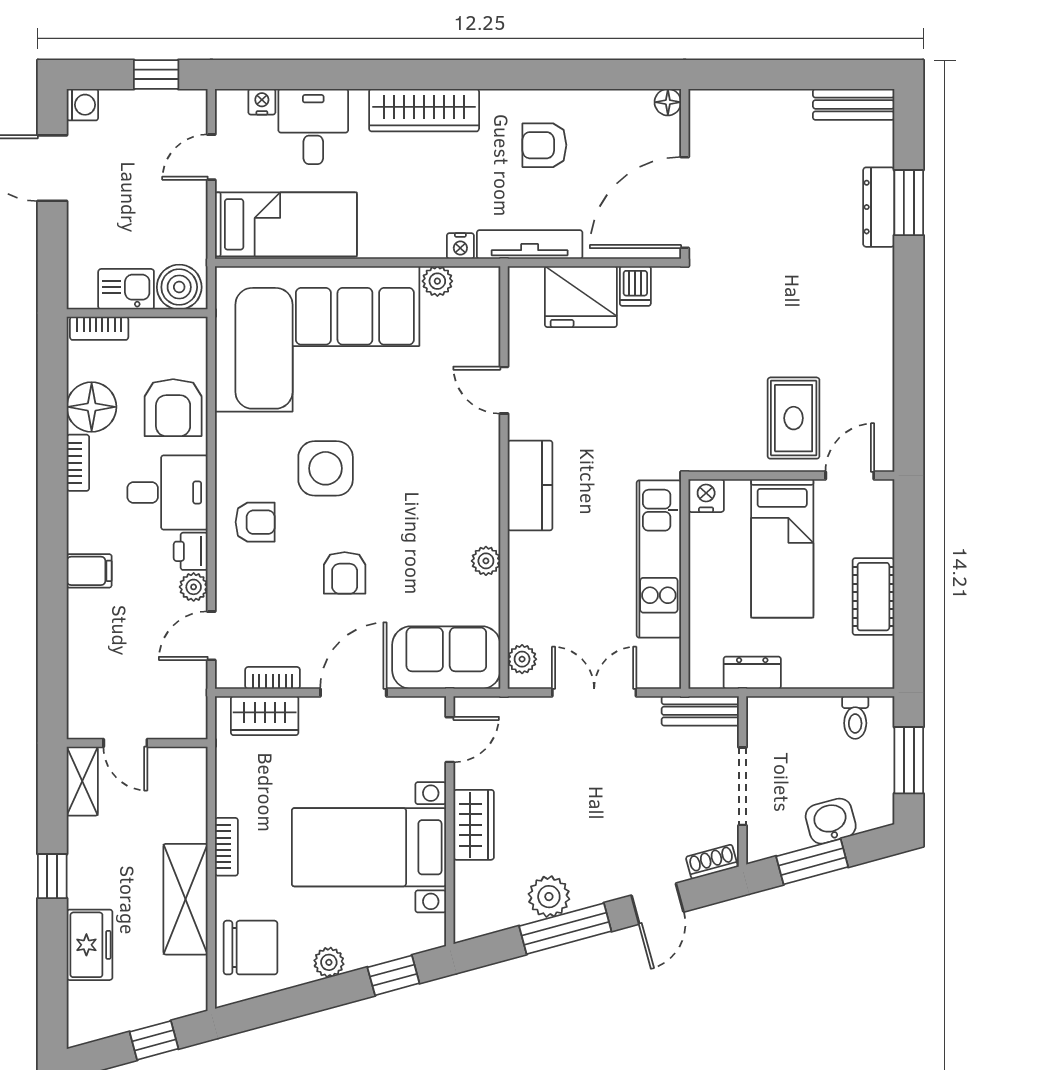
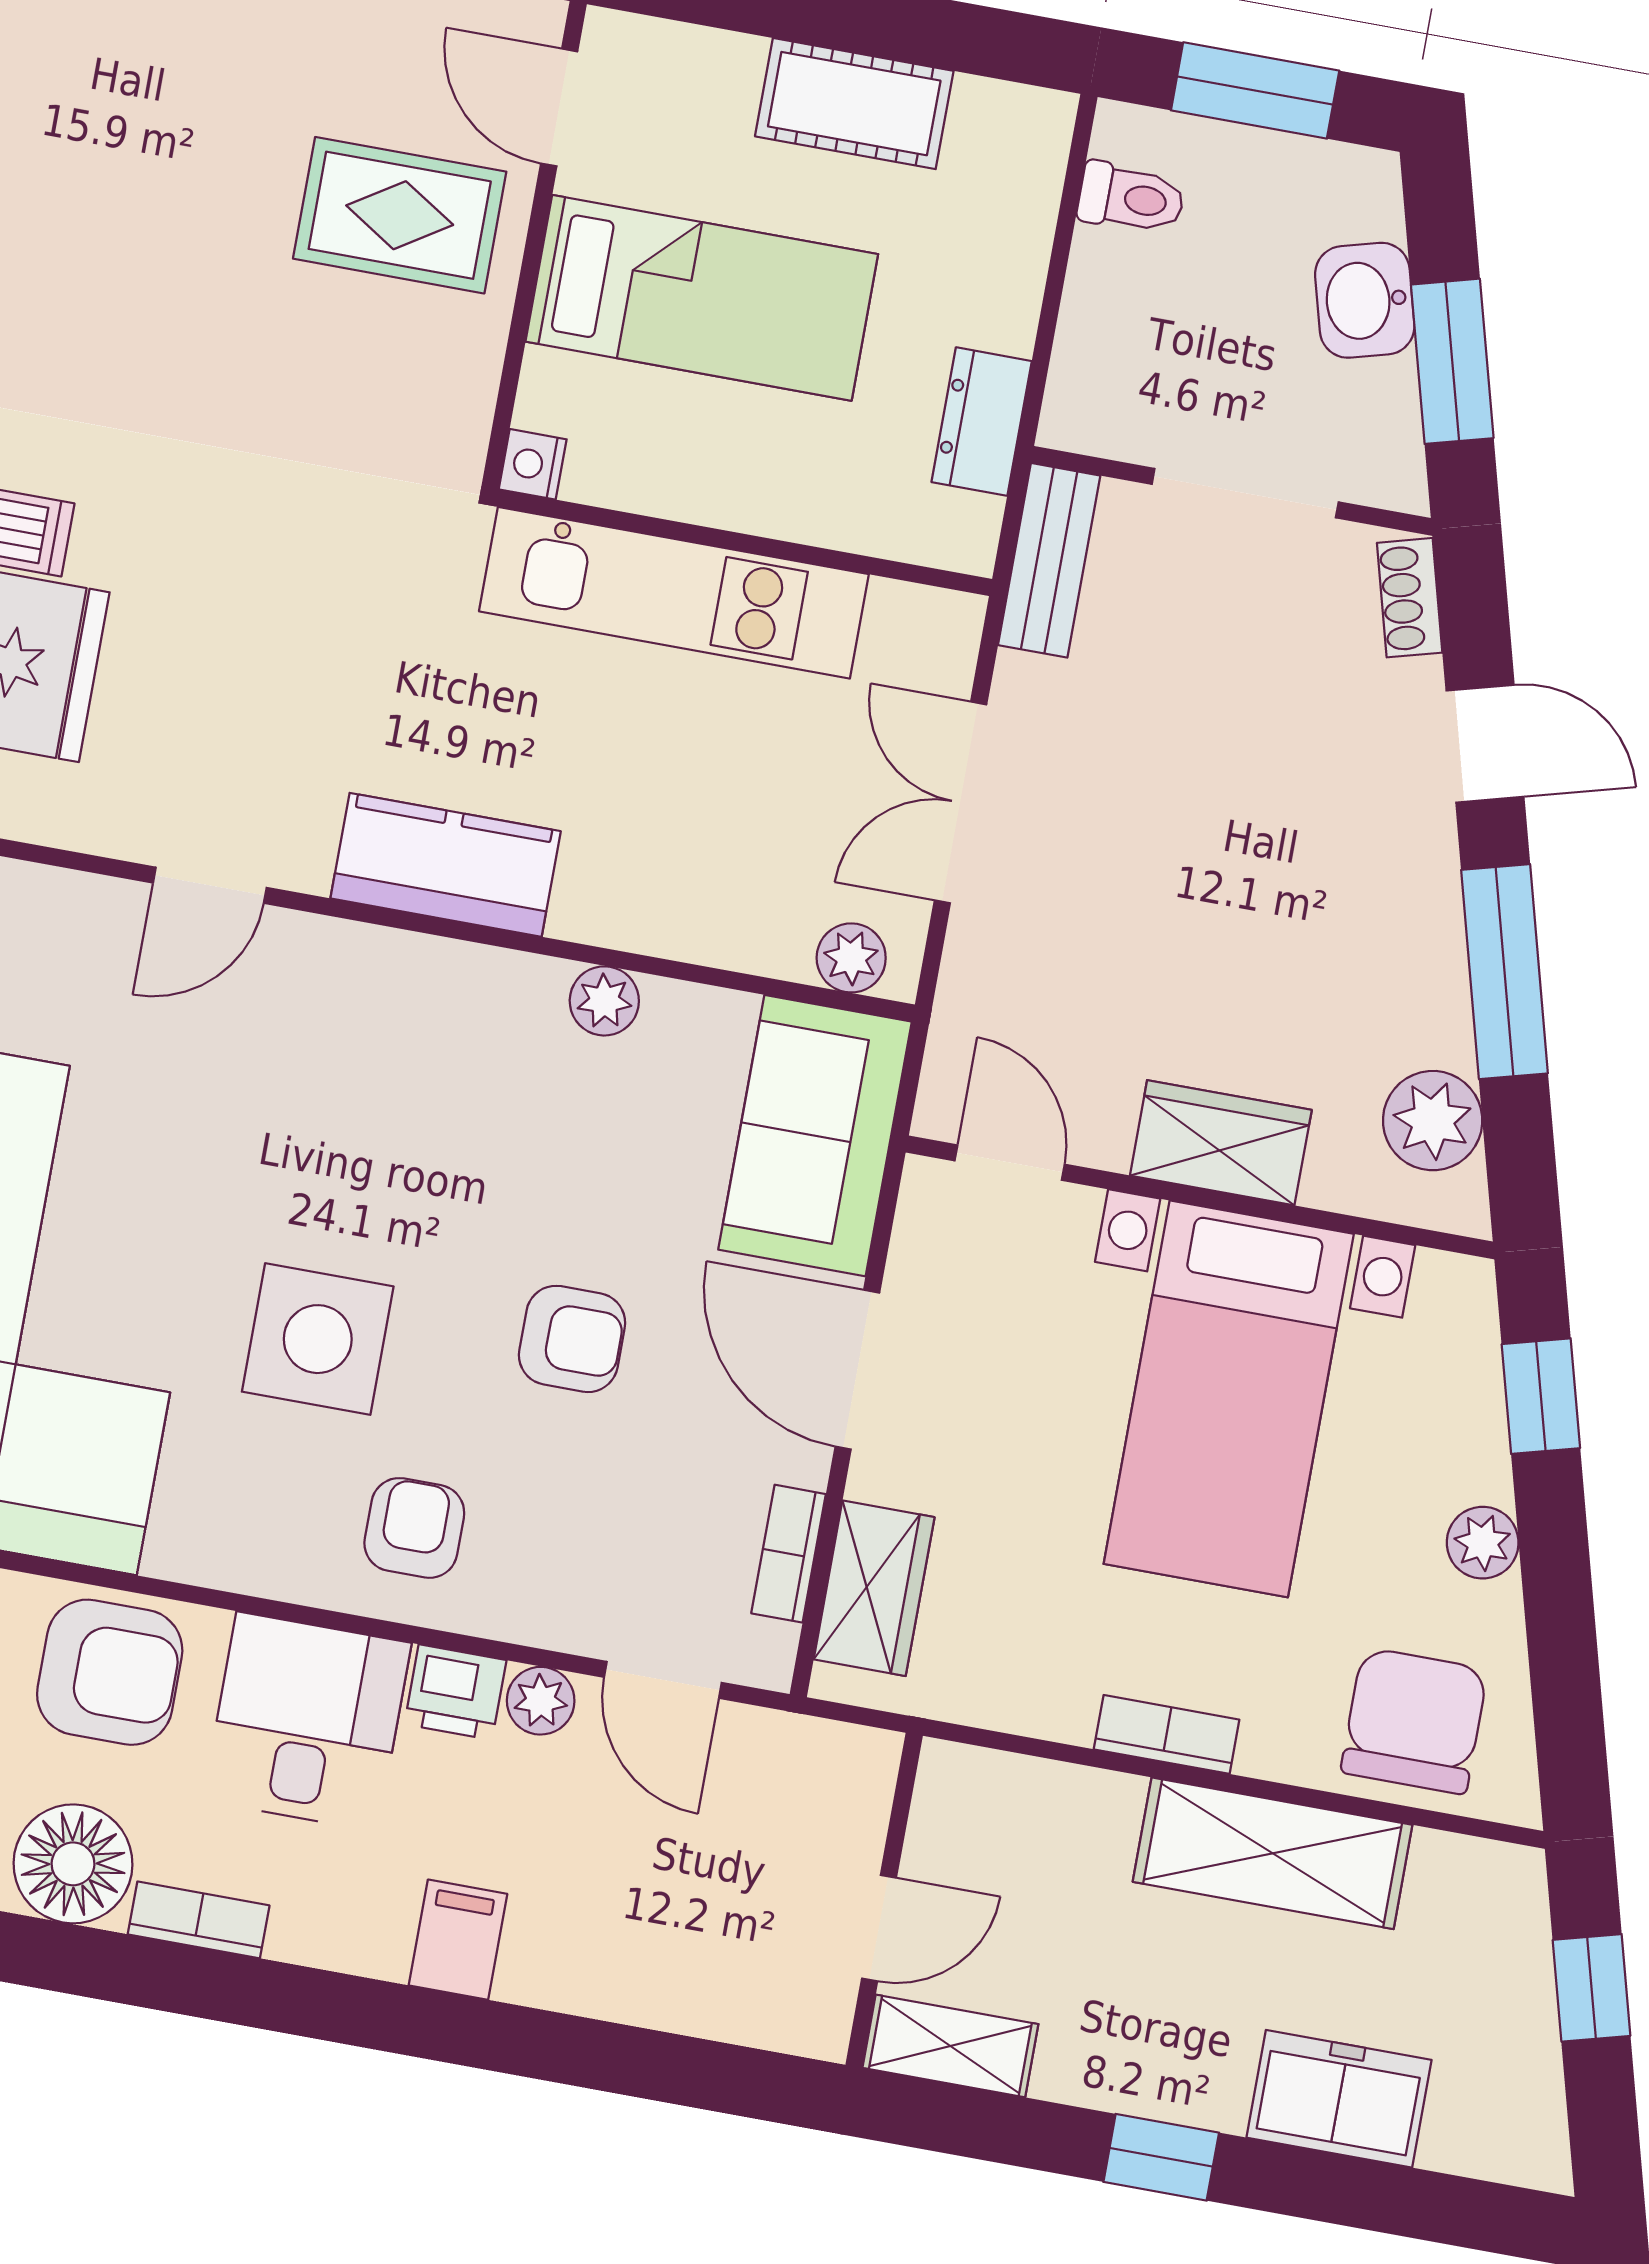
nightstand: (706, 496) -> (533, 464), width x0.72, depth x0.74
plant: (549, 897) -> (1433, 1121), moved

